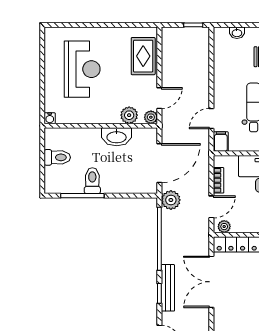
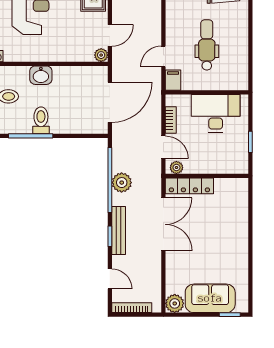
plant: (129, 115) -> (79, 53), removed
washbasin: (117, 137) -> (41, 75), moved, width x0.72
plant: (171, 200) -> (122, 183), moved
door: (211, 207) -> (163, 147), hinge flipped
double door: (211, 282) -> (163, 224), swing flipped

